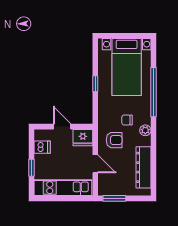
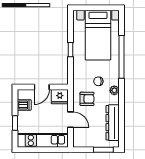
door: (62, 127) -> (42, 87), swing flipped
window: (114, 198) -> (103, 150), moved

